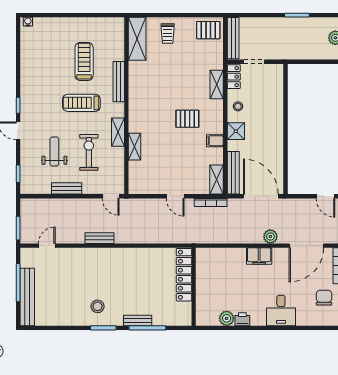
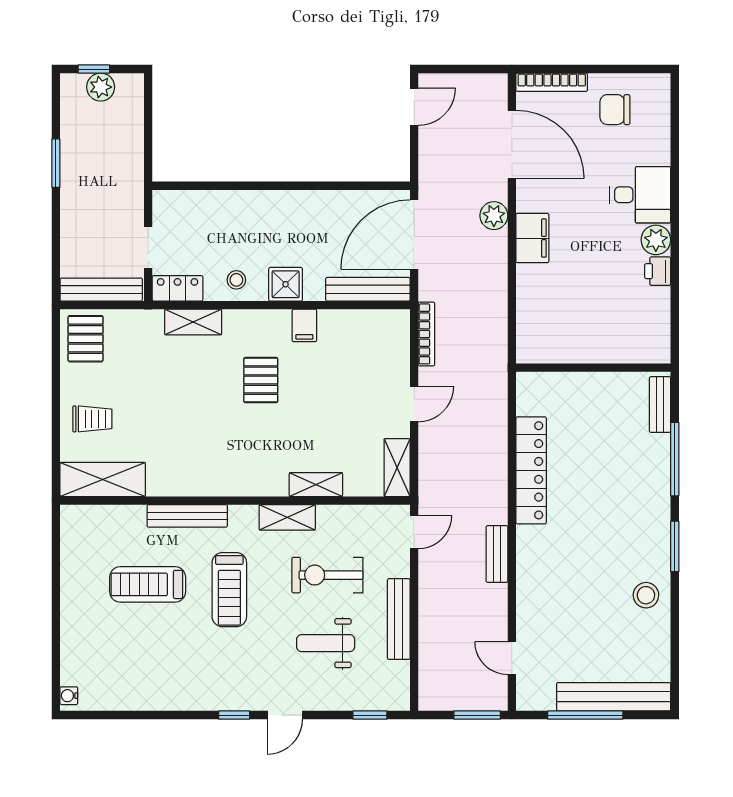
shelving: (217, 180) -> (397, 468), moved, turned 90
bench: (67, 188) -> (399, 619), width x1.36
locker: (184, 275) -> (531, 470), moved, turned -90
stool: (98, 306) -> (646, 595), moved
plant: (227, 318) -> (656, 240), moved
bench: (138, 320) -> (660, 405), moved

